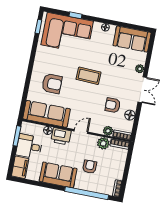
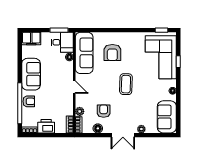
printer: (61, 136) -> (46, 126), moved, turned 90
plant: (103, 143) -> (68, 109), removed
desk: (29, 146) -> (62, 42), moved, turned 90
armchair: (90, 167) -> (29, 101), moved

